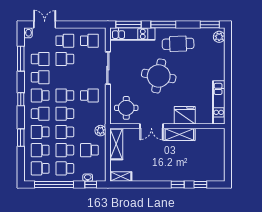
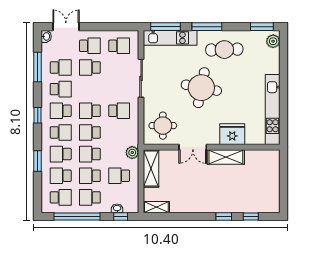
kitchen unit: (219, 102) -> (273, 110), width x1.36
school desk: (40, 168) -> (61, 197), turned 180

